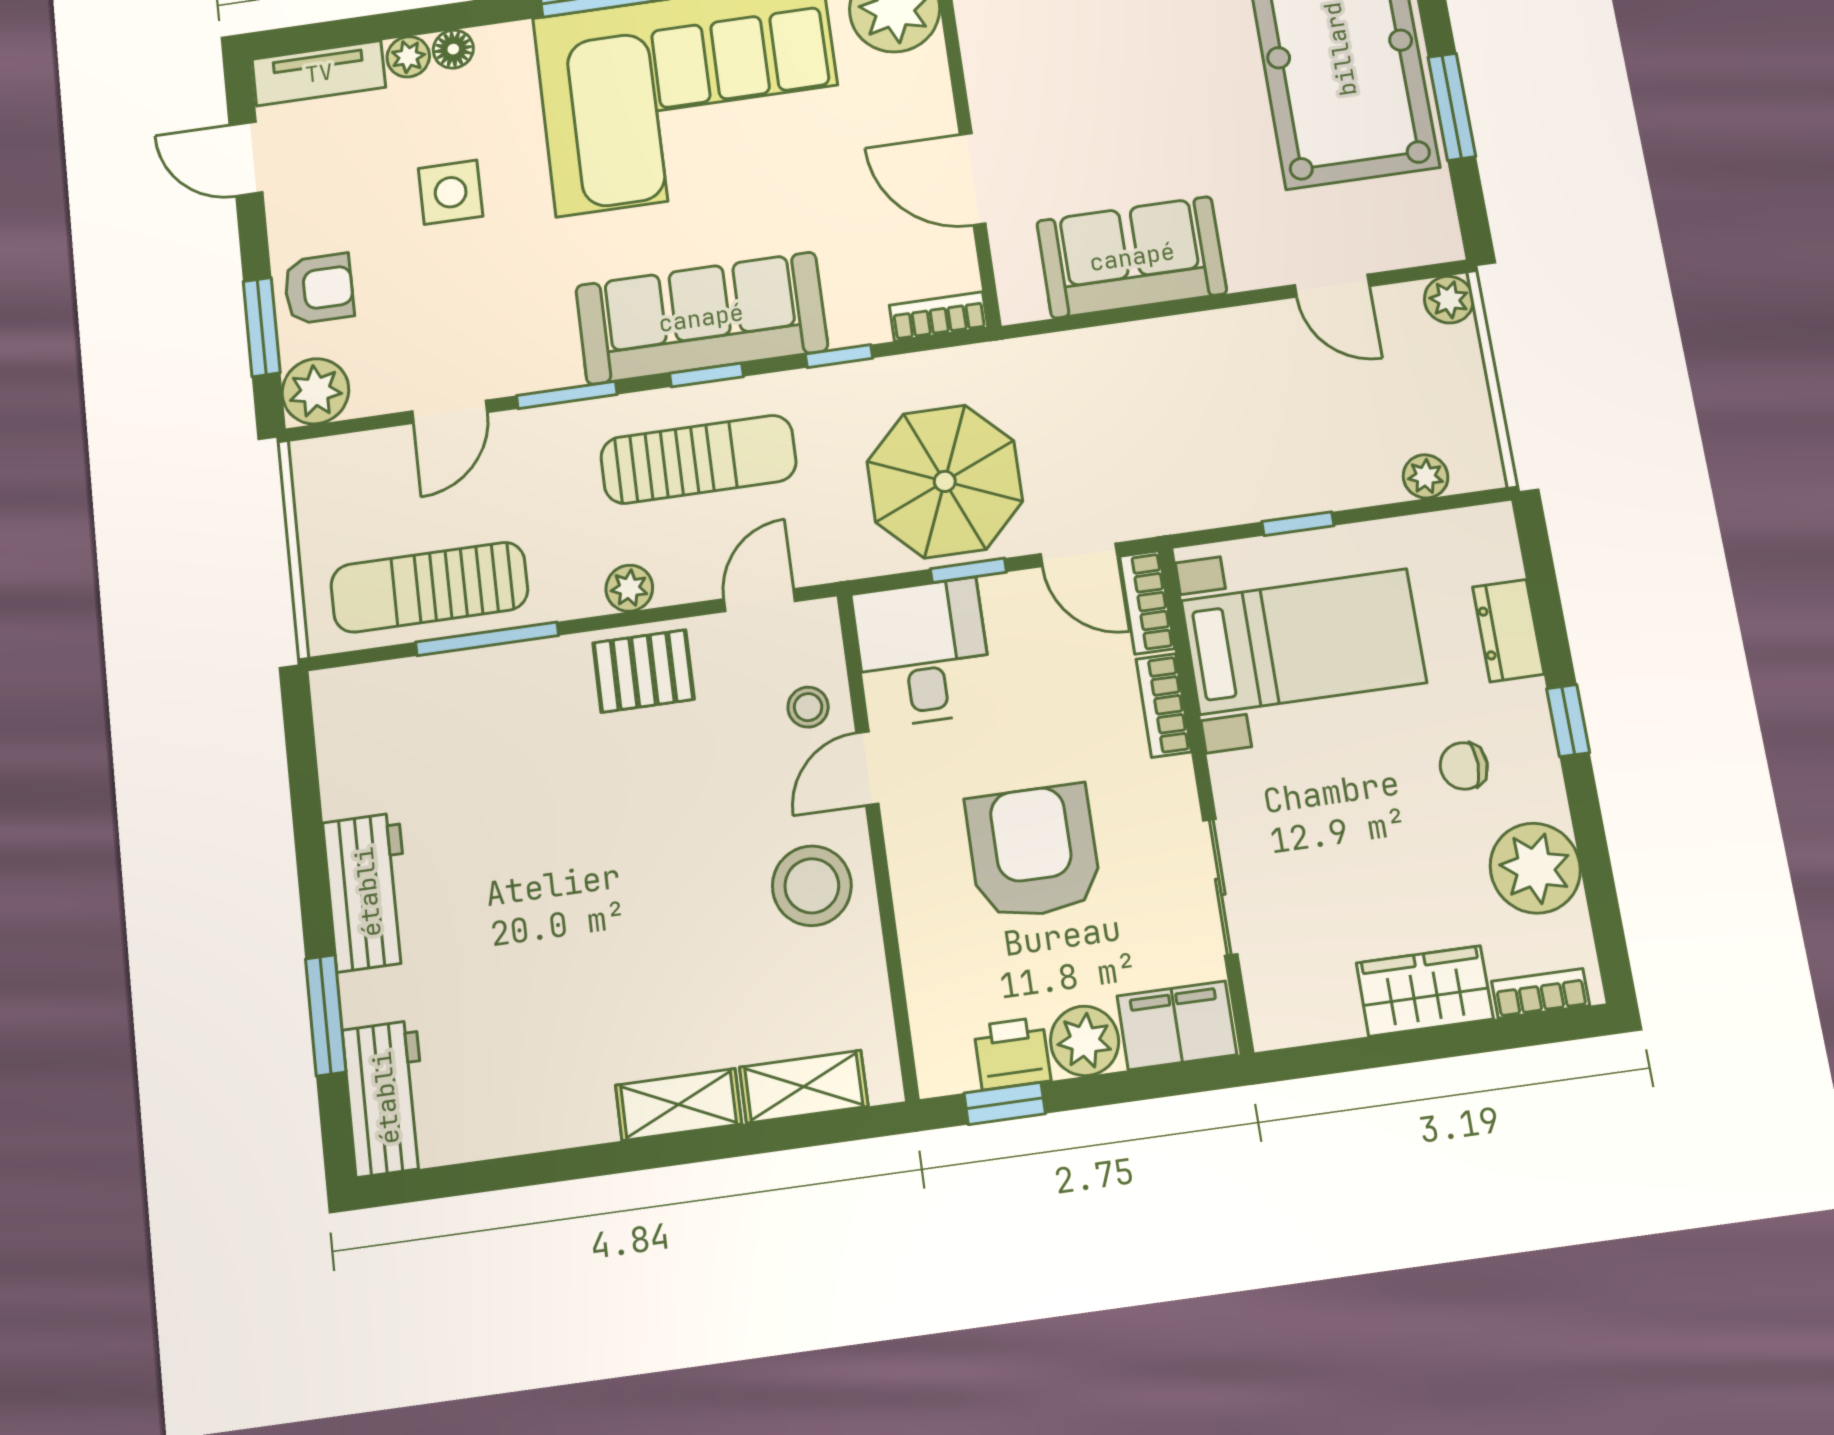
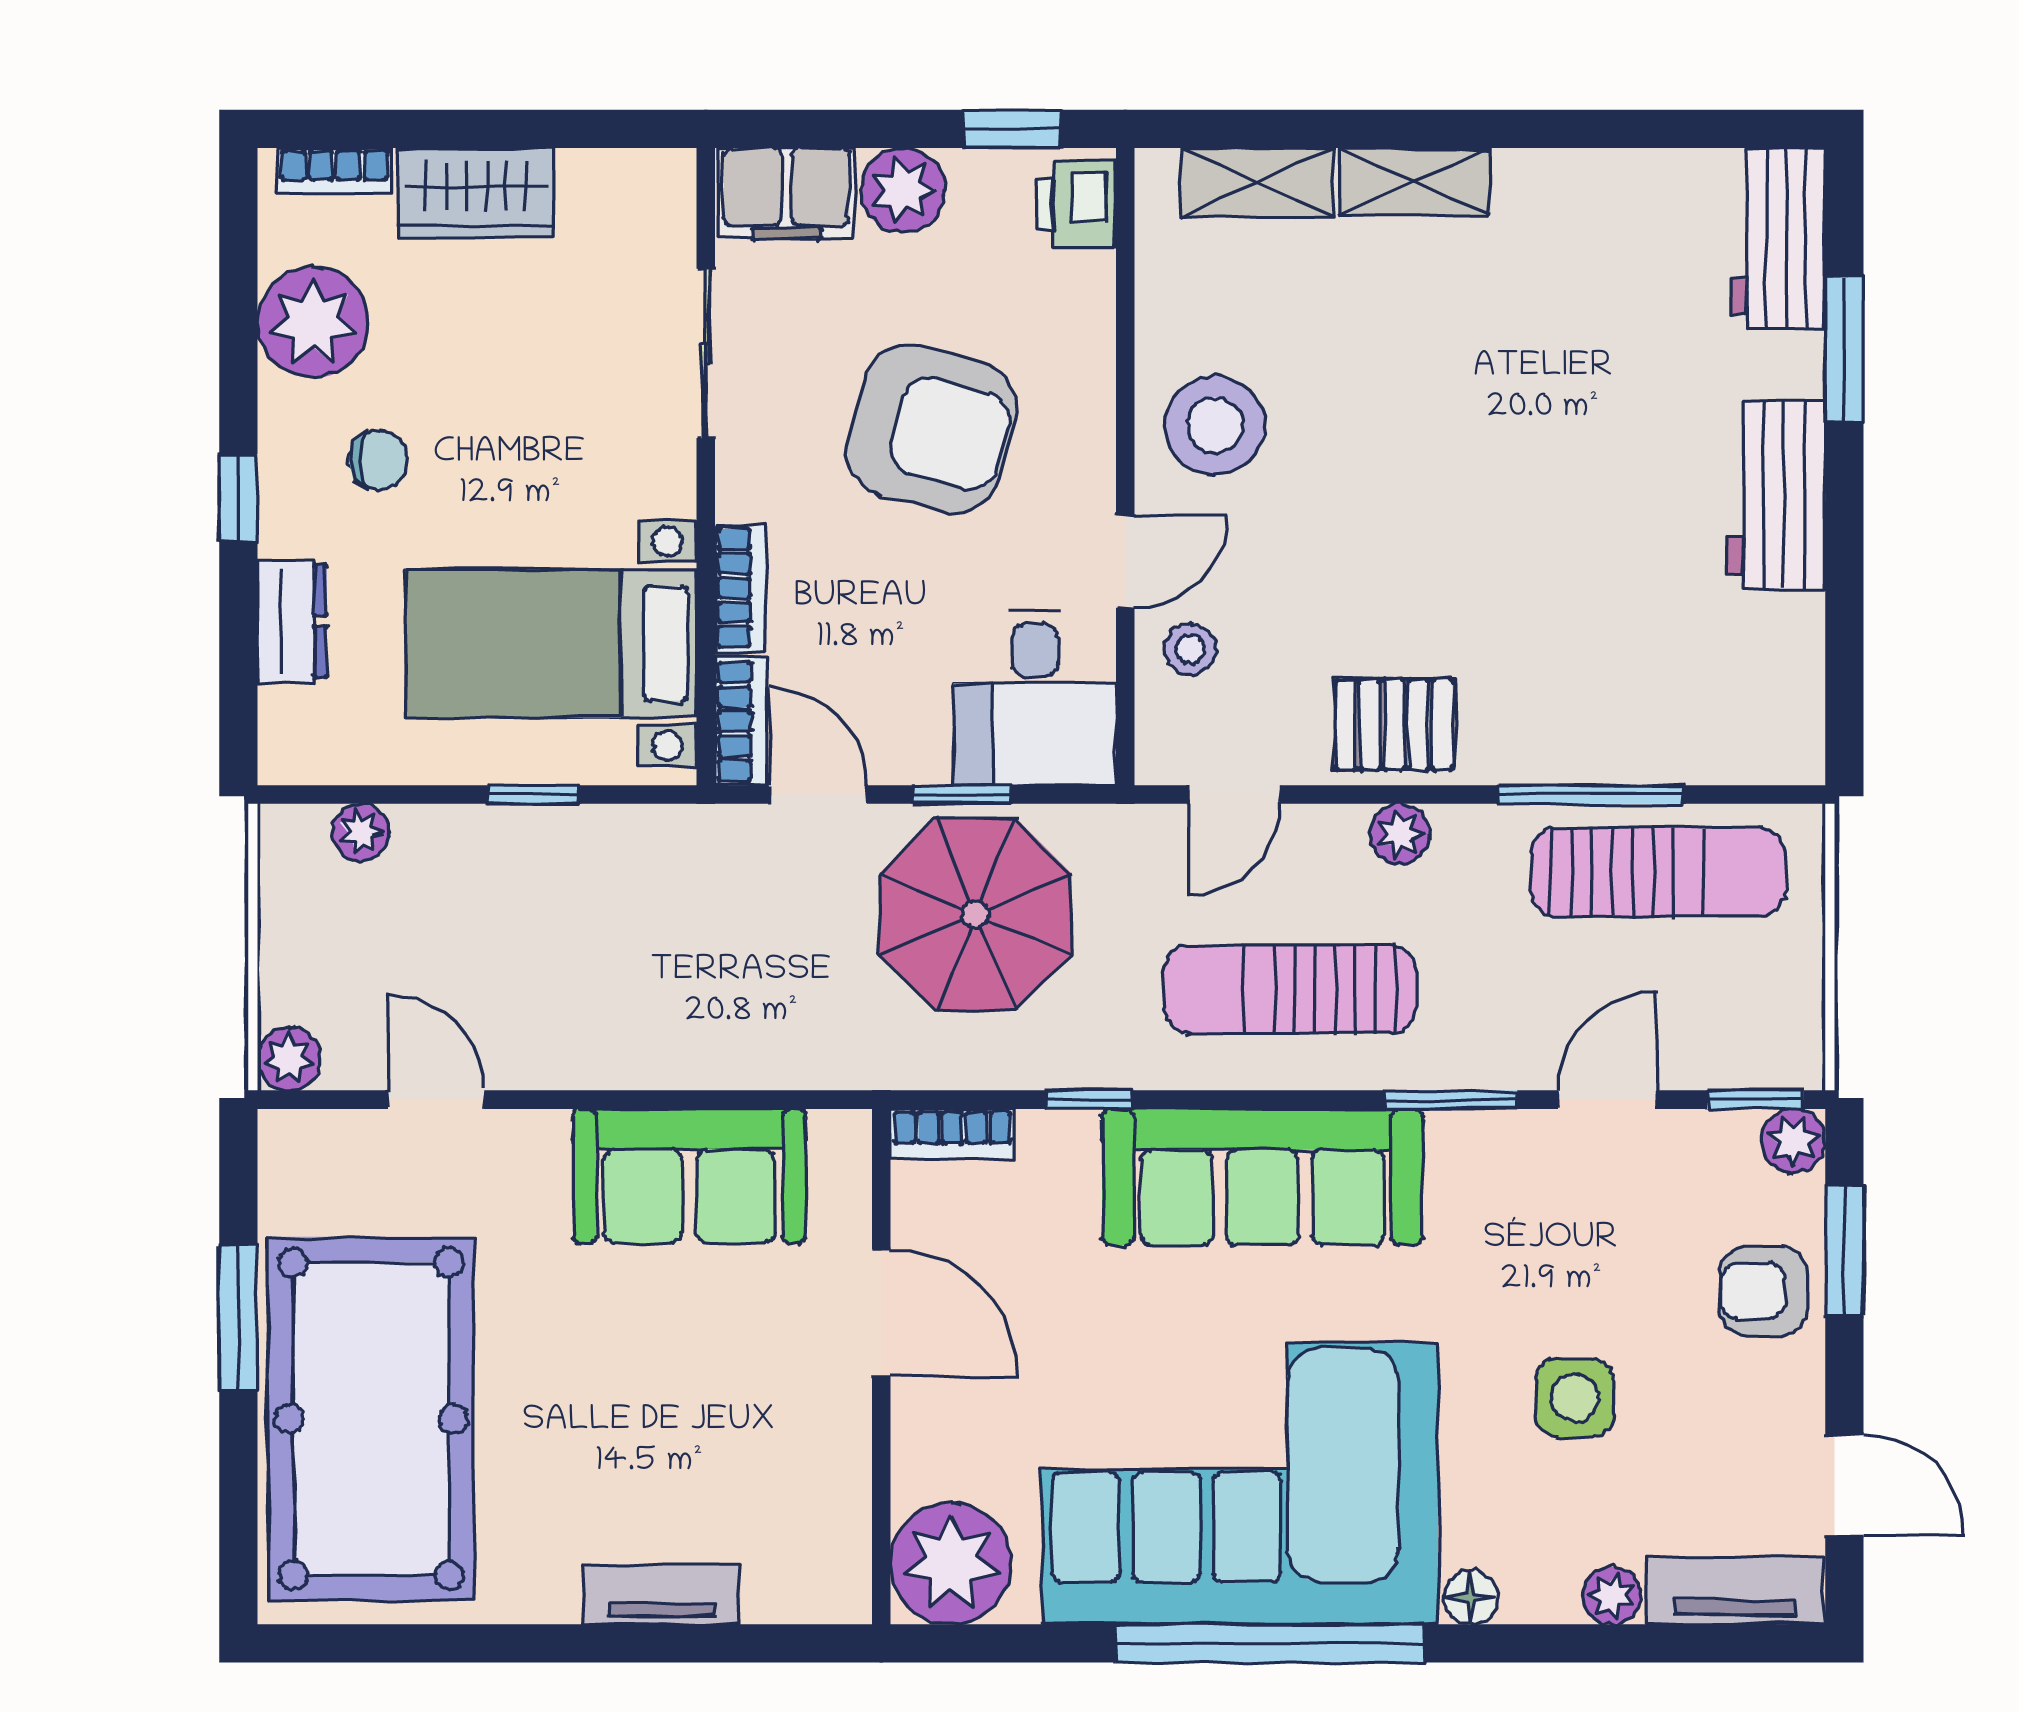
floor lamp: (453, 49) -> (1471, 1597), moved
window: (706, 375) -> (1755, 1100), moved
plant: (315, 391) -> (1793, 1141), width x0.73, depth x0.73
armchair: (1033, 852) -> (932, 429), turned -75
printer: (1012, 1053) -> (1077, 204), moved, turned 90

